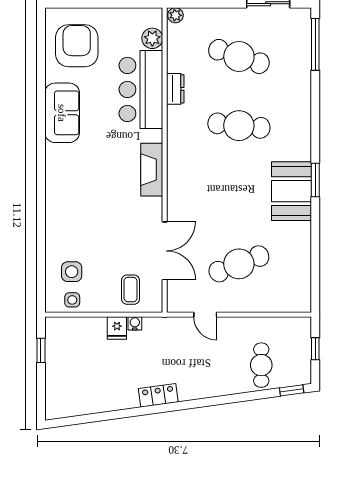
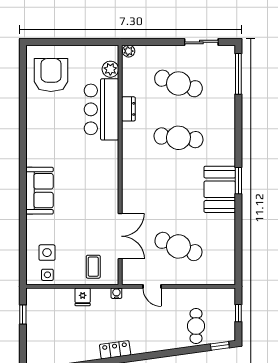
sofa: (62, 113) -> (40, 191), moved
fireplace: (152, 170) -> (110, 172), removed
cafe table: (239, 264) -> (178, 246), turned 42
water cooler: (135, 323) -> (116, 293), moved

